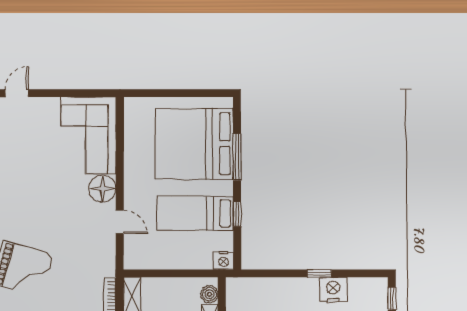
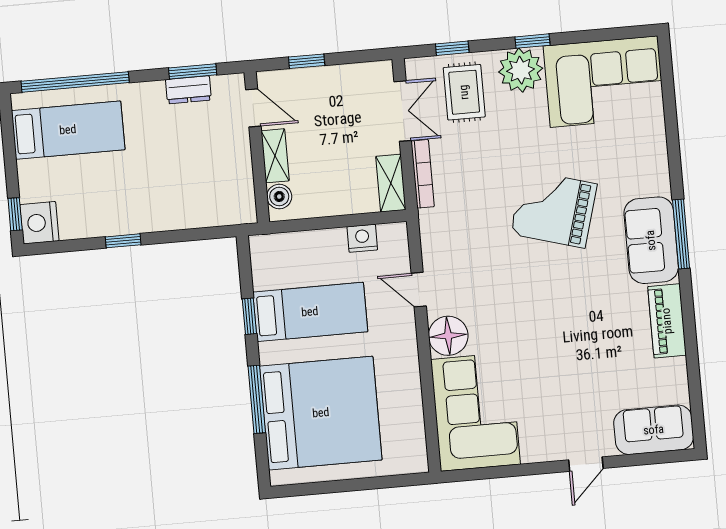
nightstand: (224, 261) -> (362, 238), moved
nightstand: (333, 290) -> (39, 223), moved, turned 90

